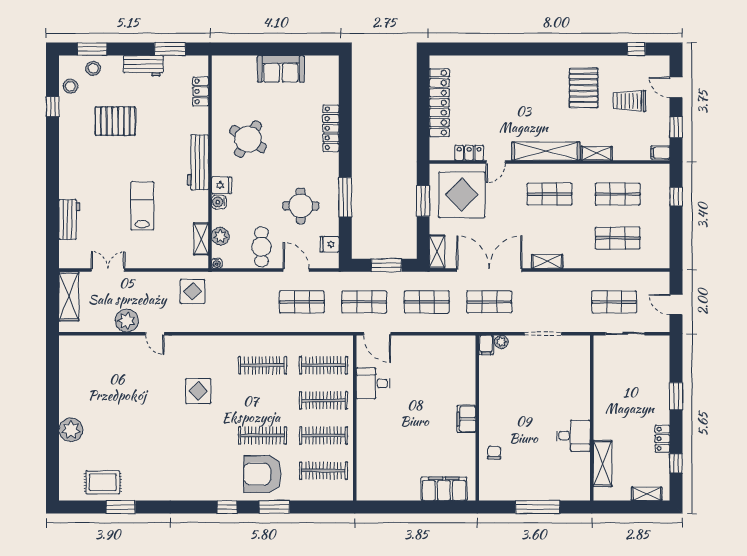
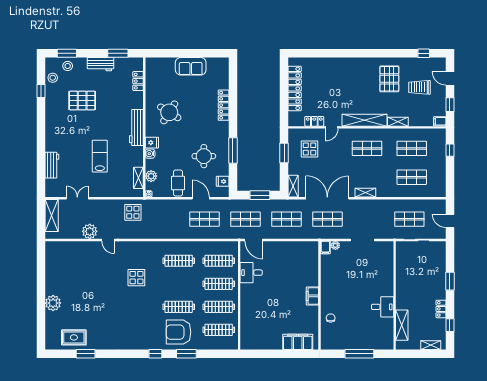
display table: (462, 195) -> (309, 149), width x0.54, depth x0.54

